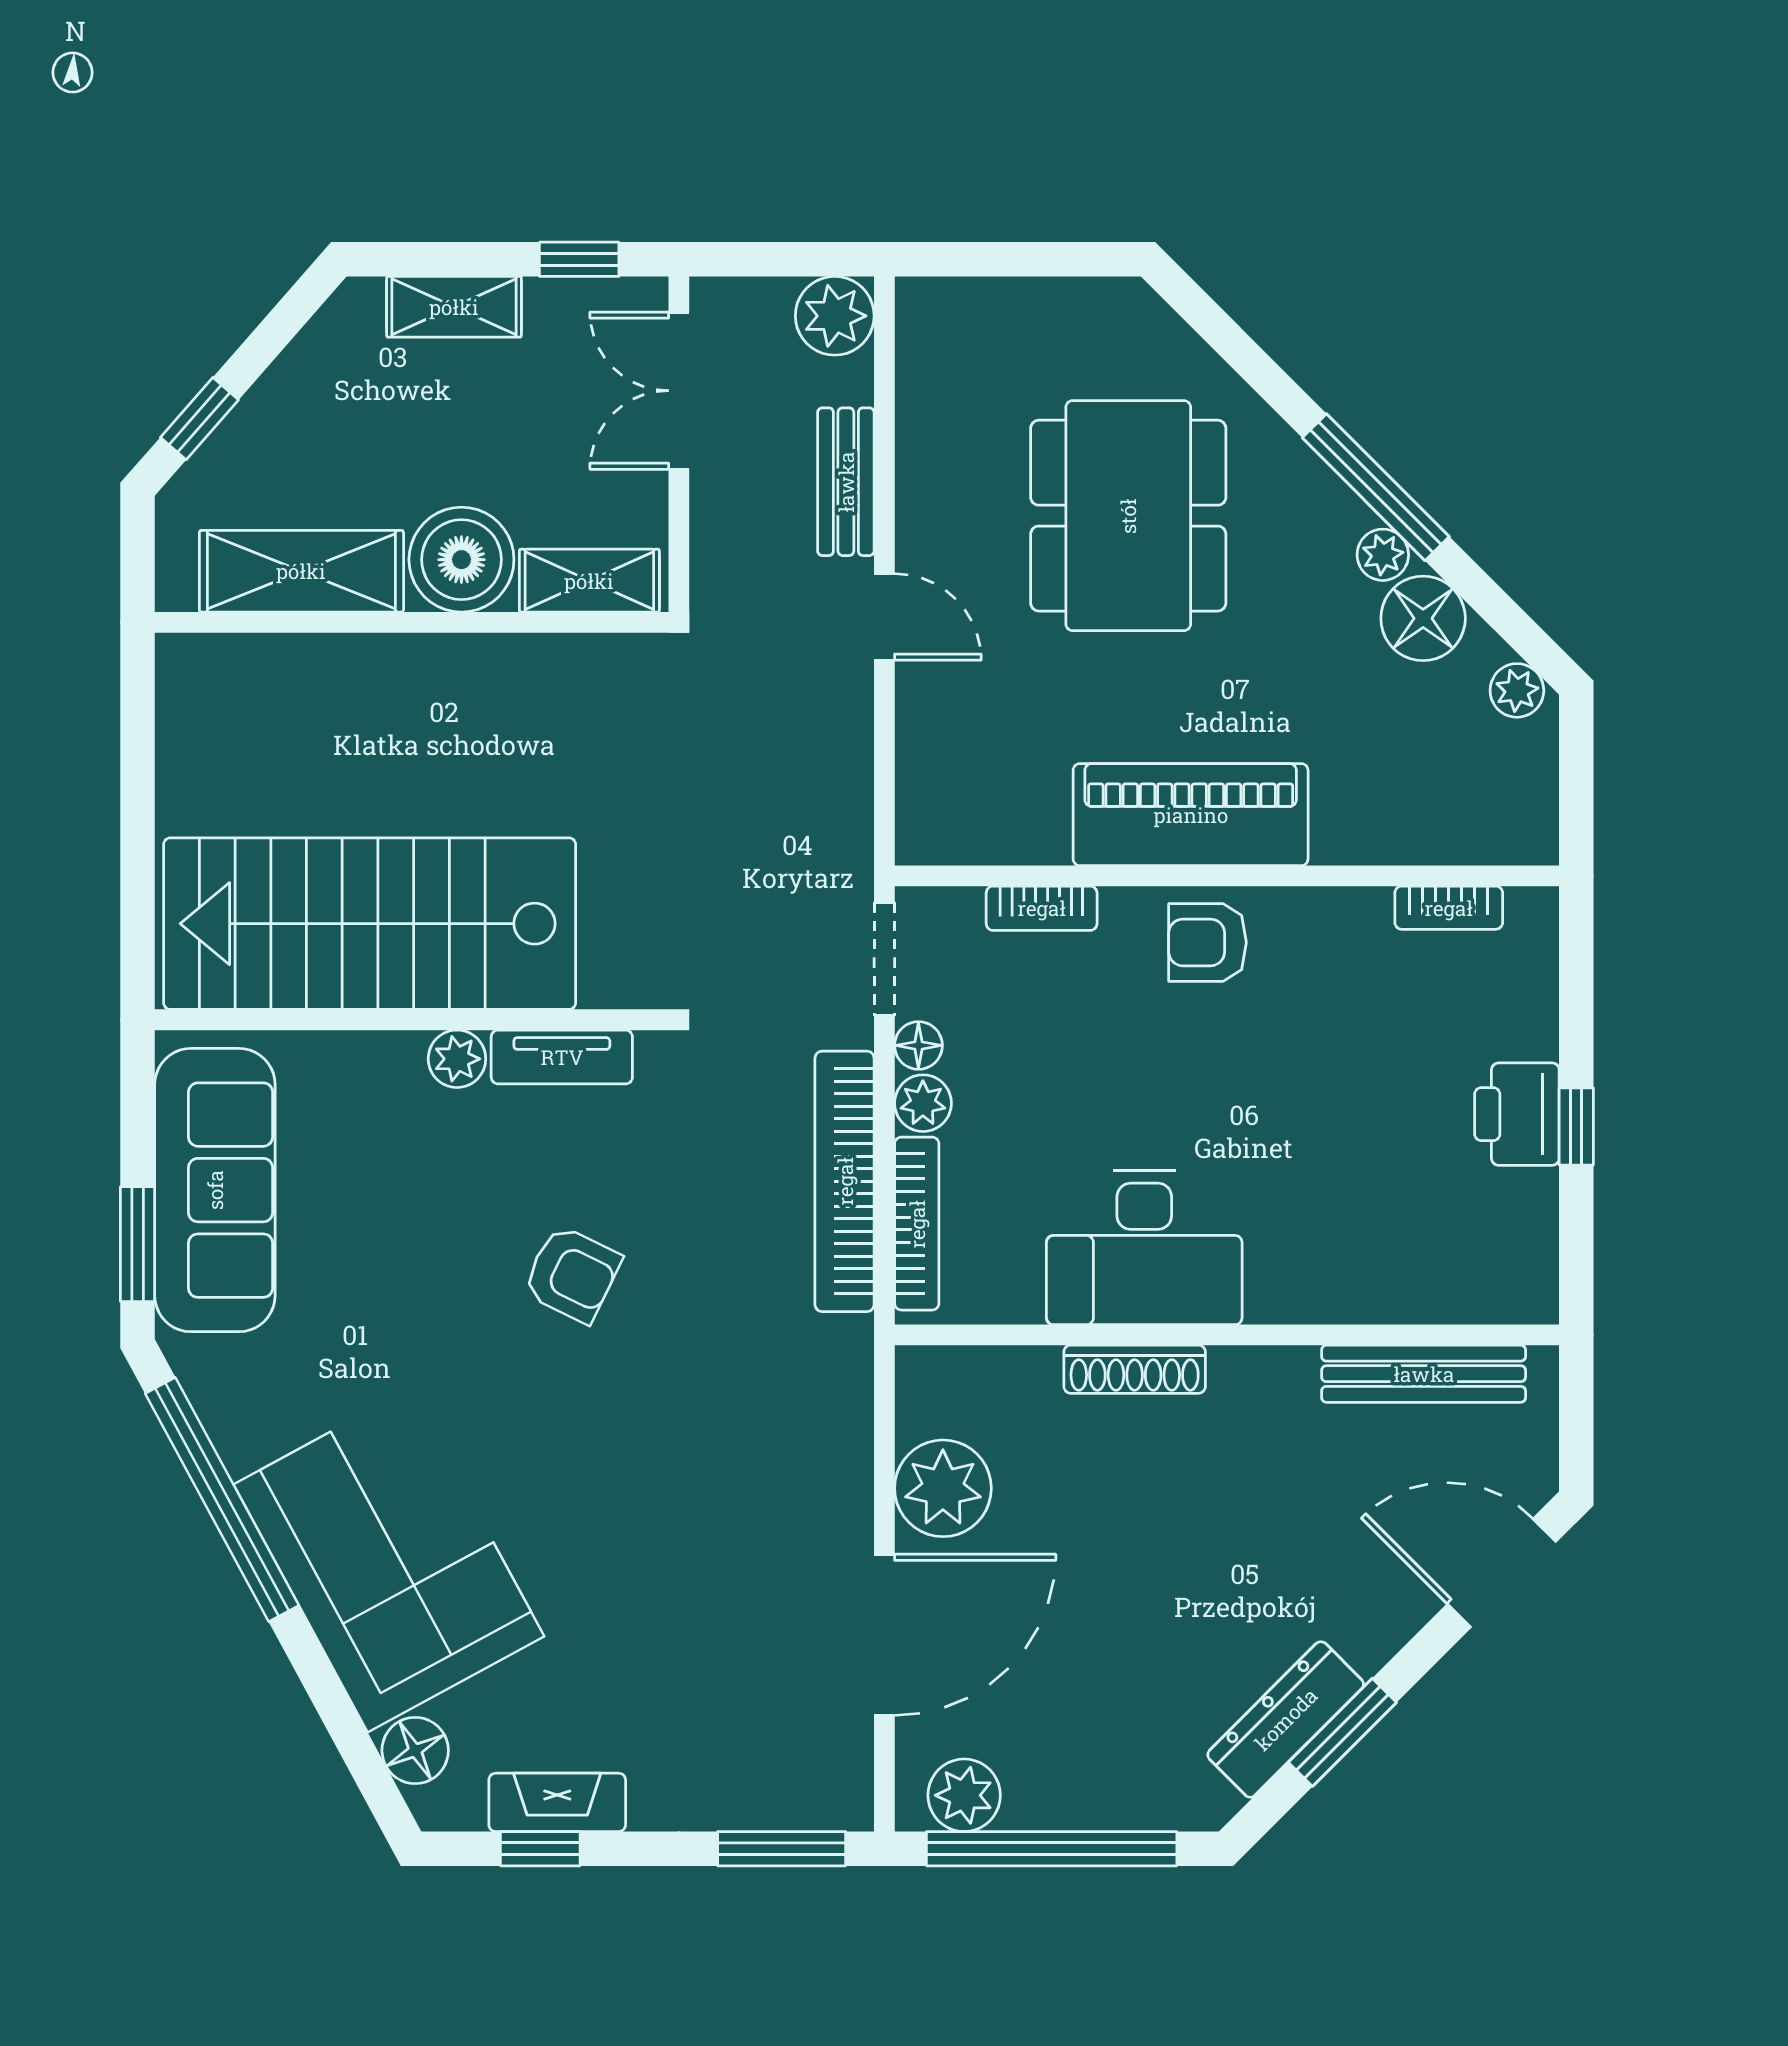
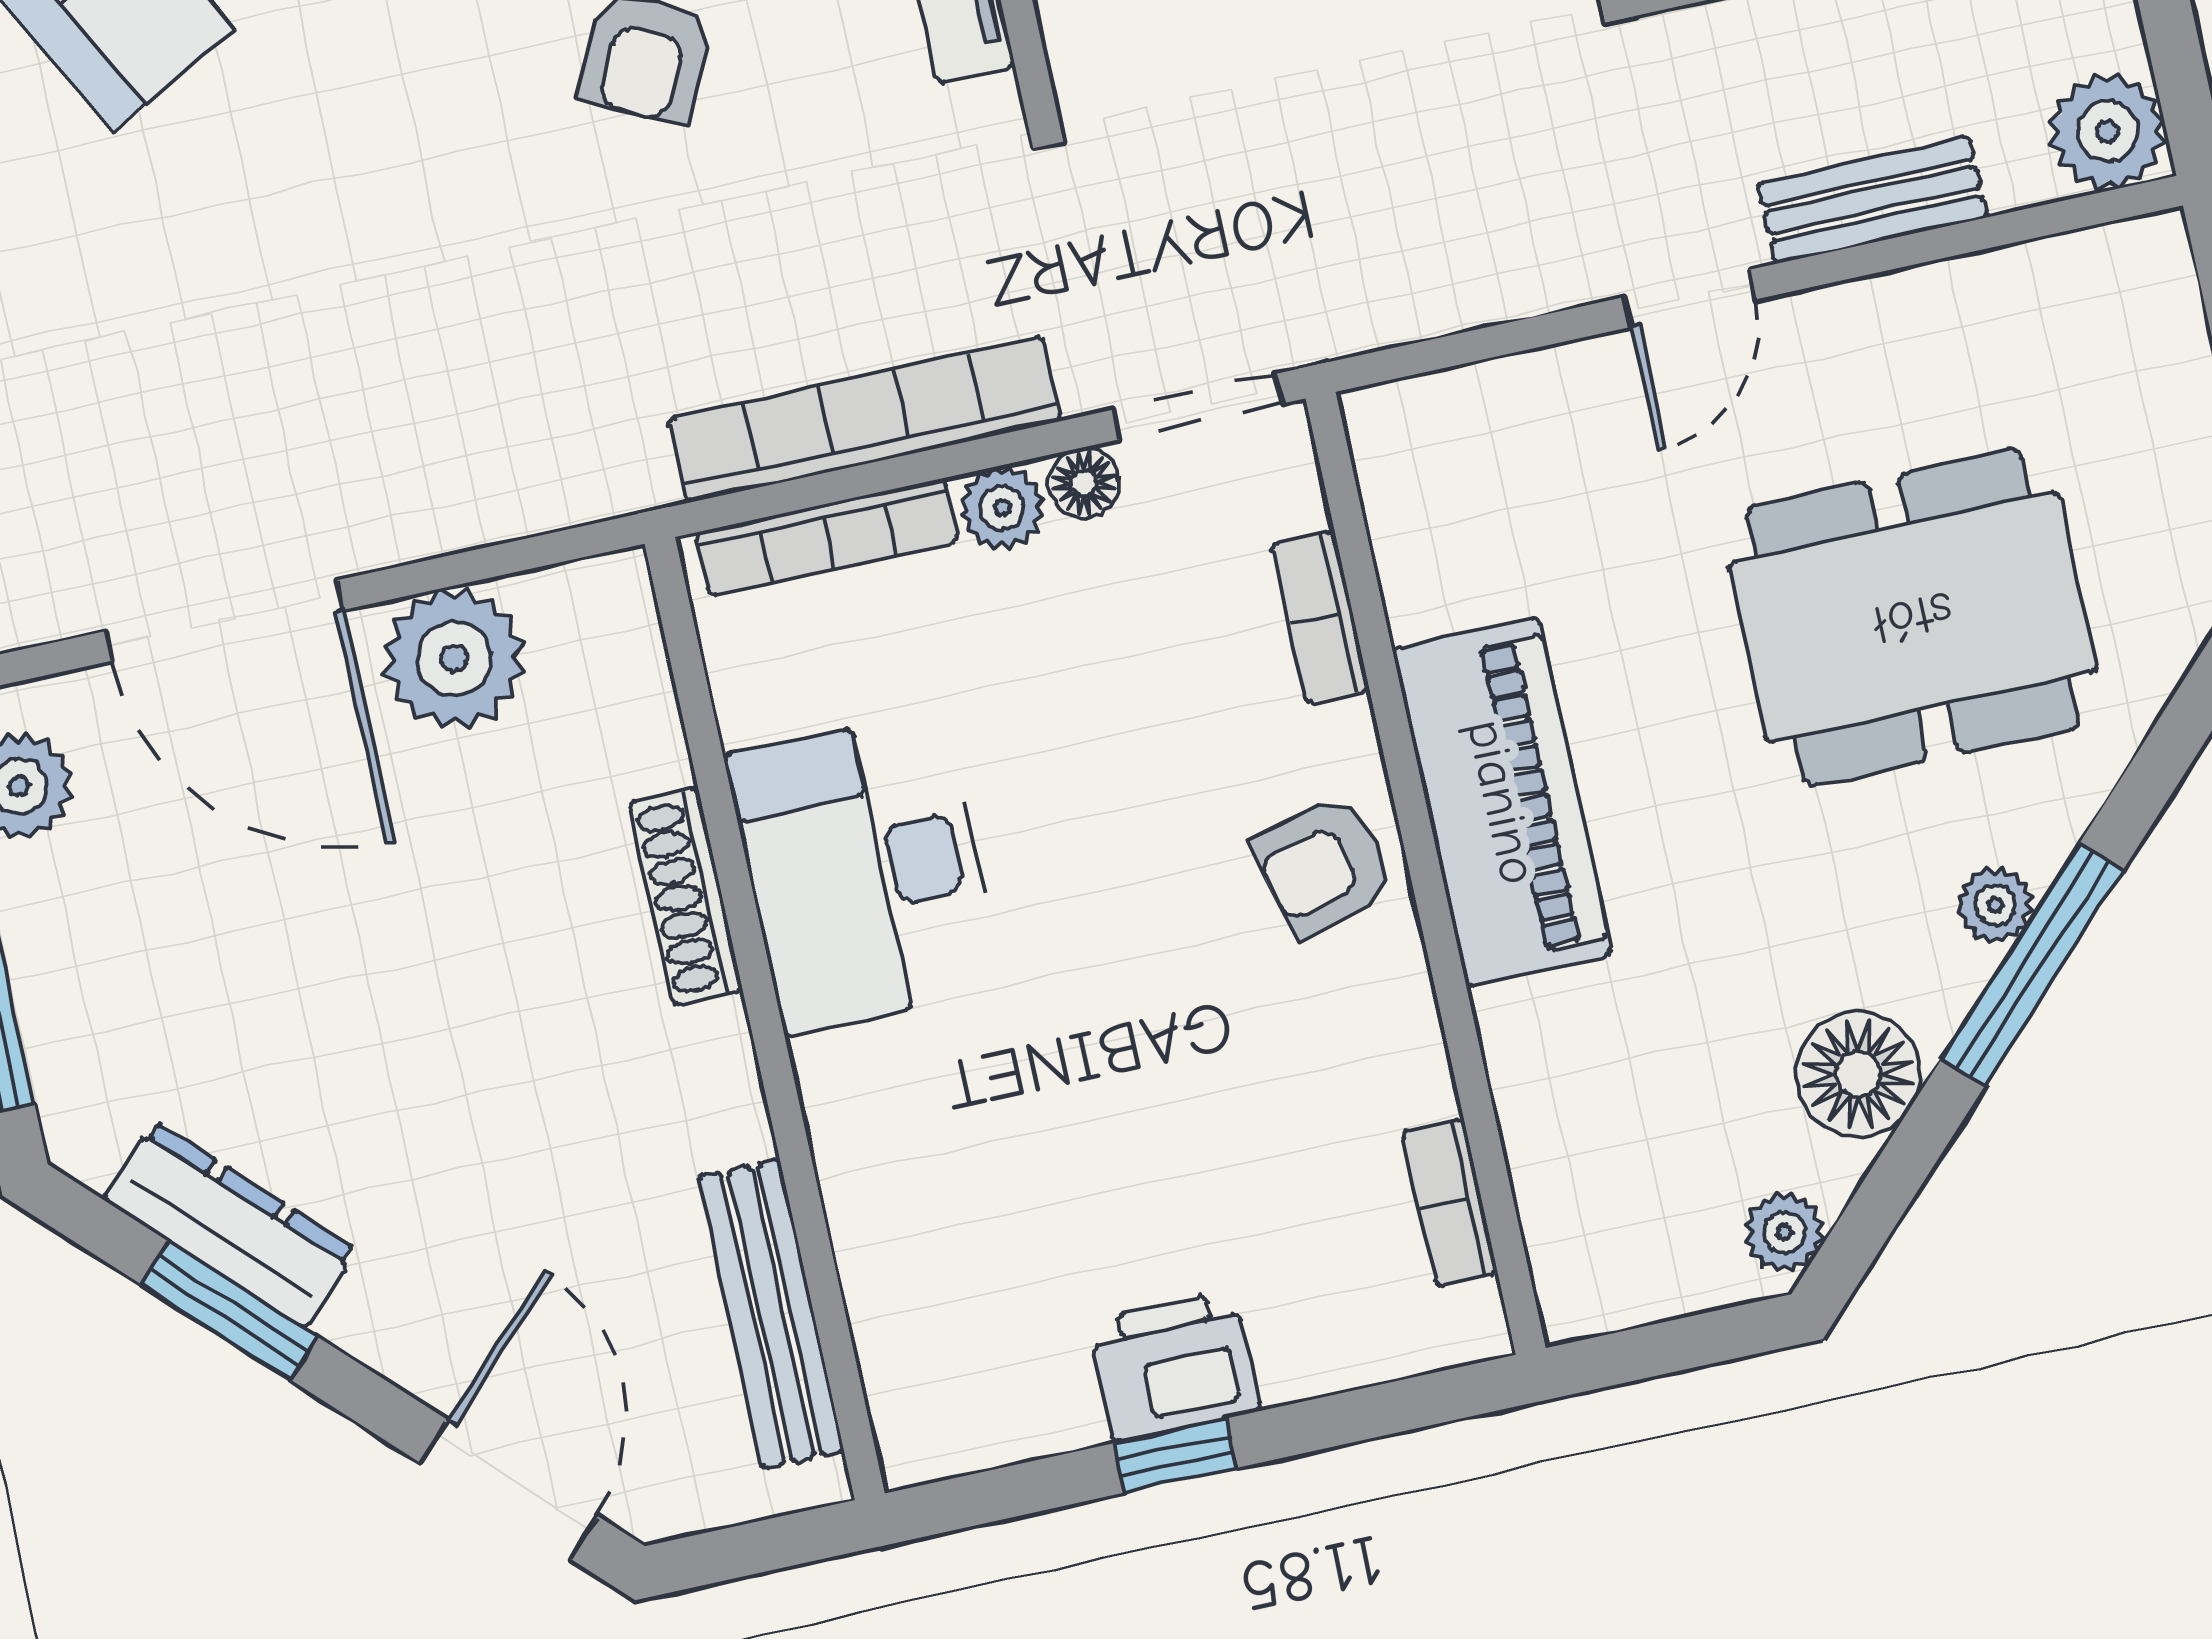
plant: (1383, 555) -> (1995, 905), moved
armchair: (1208, 942) -> (1324, 867), turned -104

